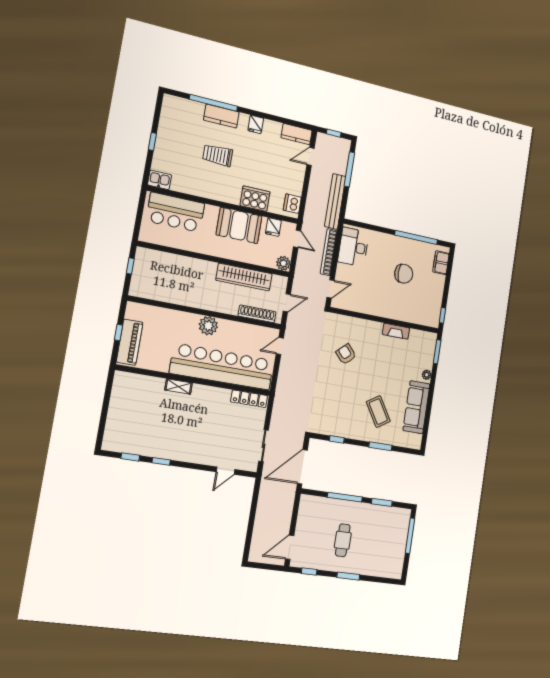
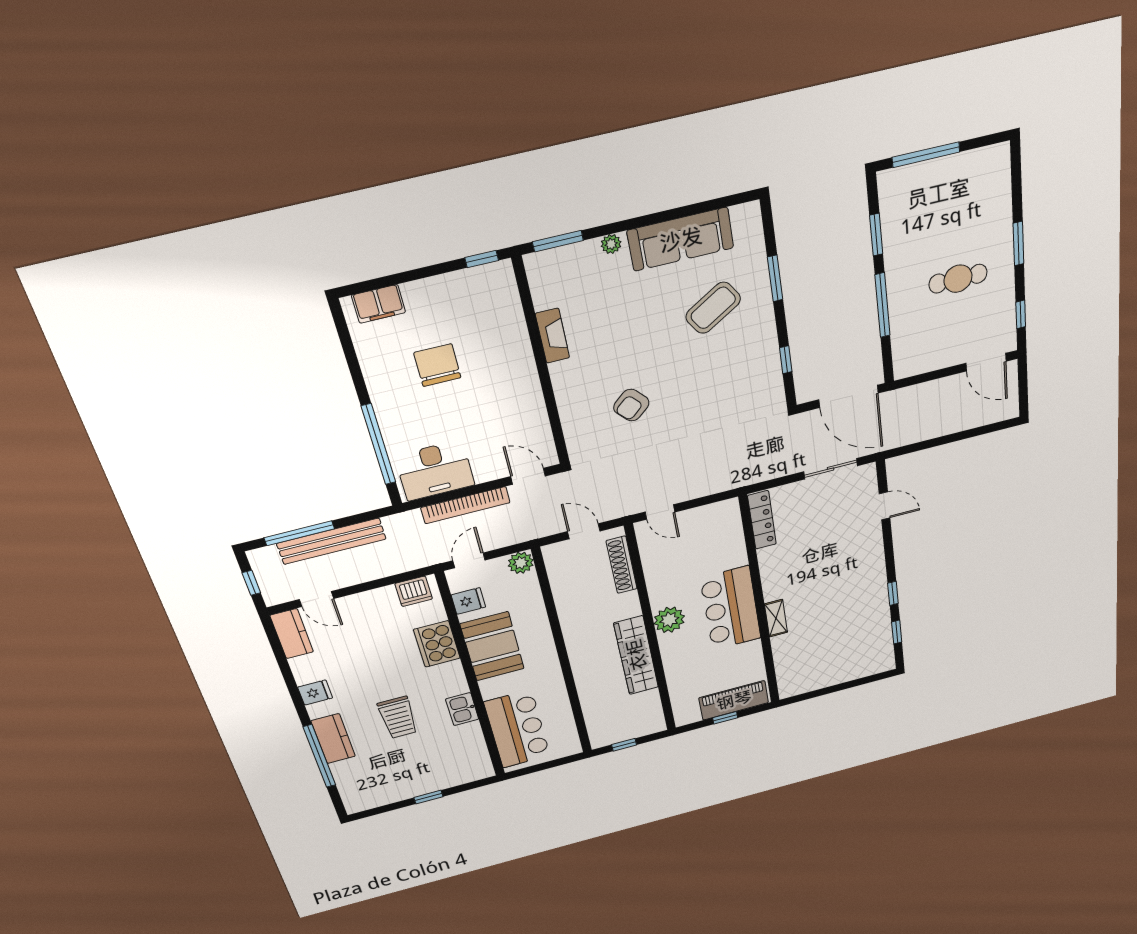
kitchen sink: (160, 180) -> (462, 709), moved
bench: (335, 201) -> (332, 541), moved
window: (416, 237) -> (378, 444), moved
wardrobe: (244, 277) -> (636, 655), moved, turned 180
bar counter: (222, 367) -> (731, 608), width x0.54

